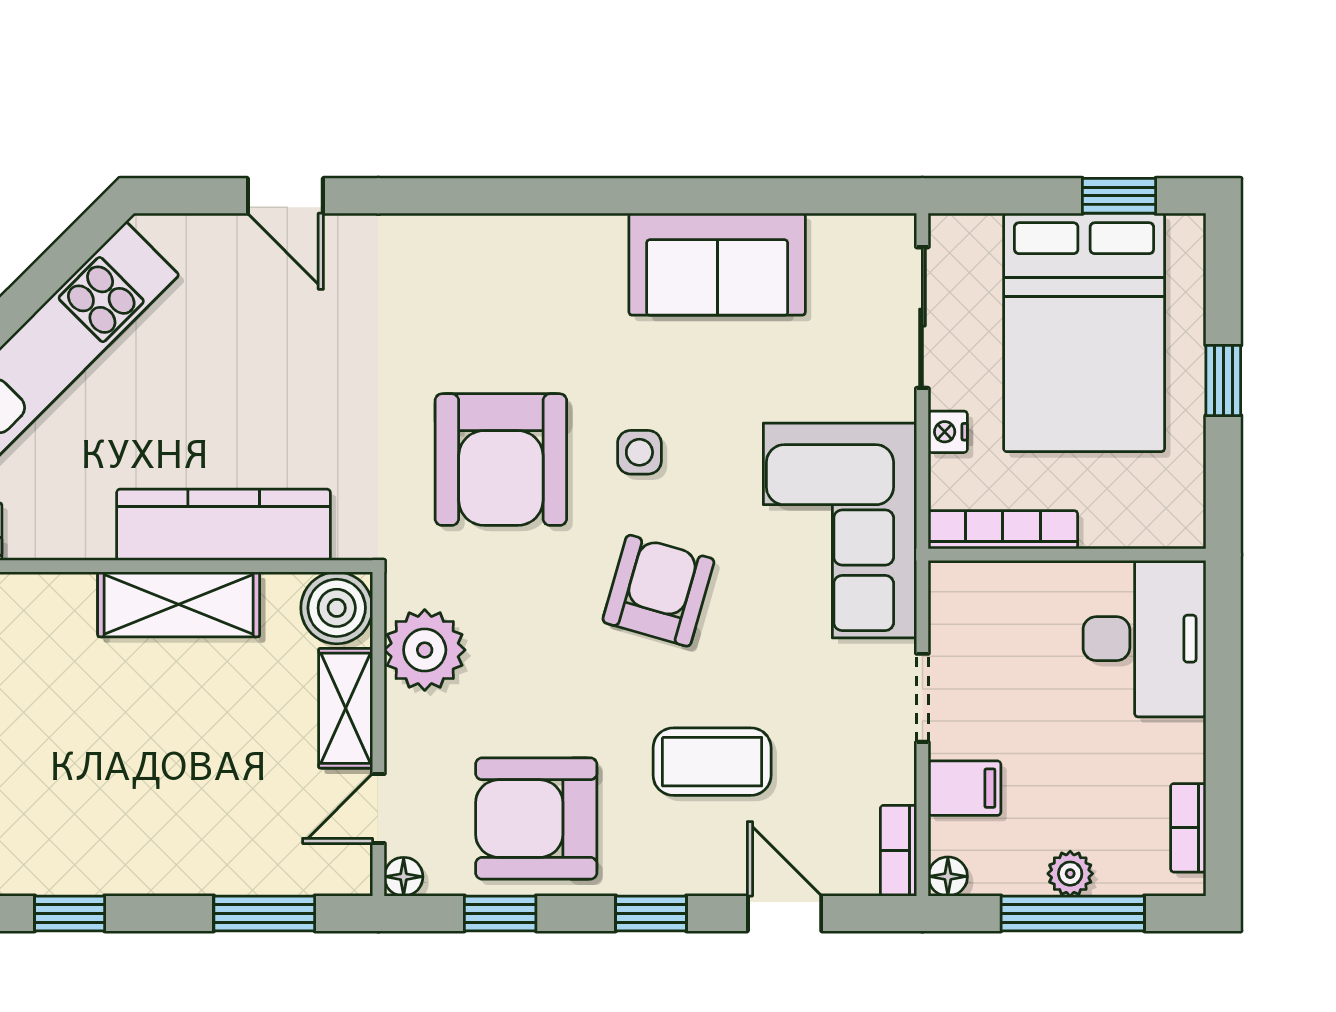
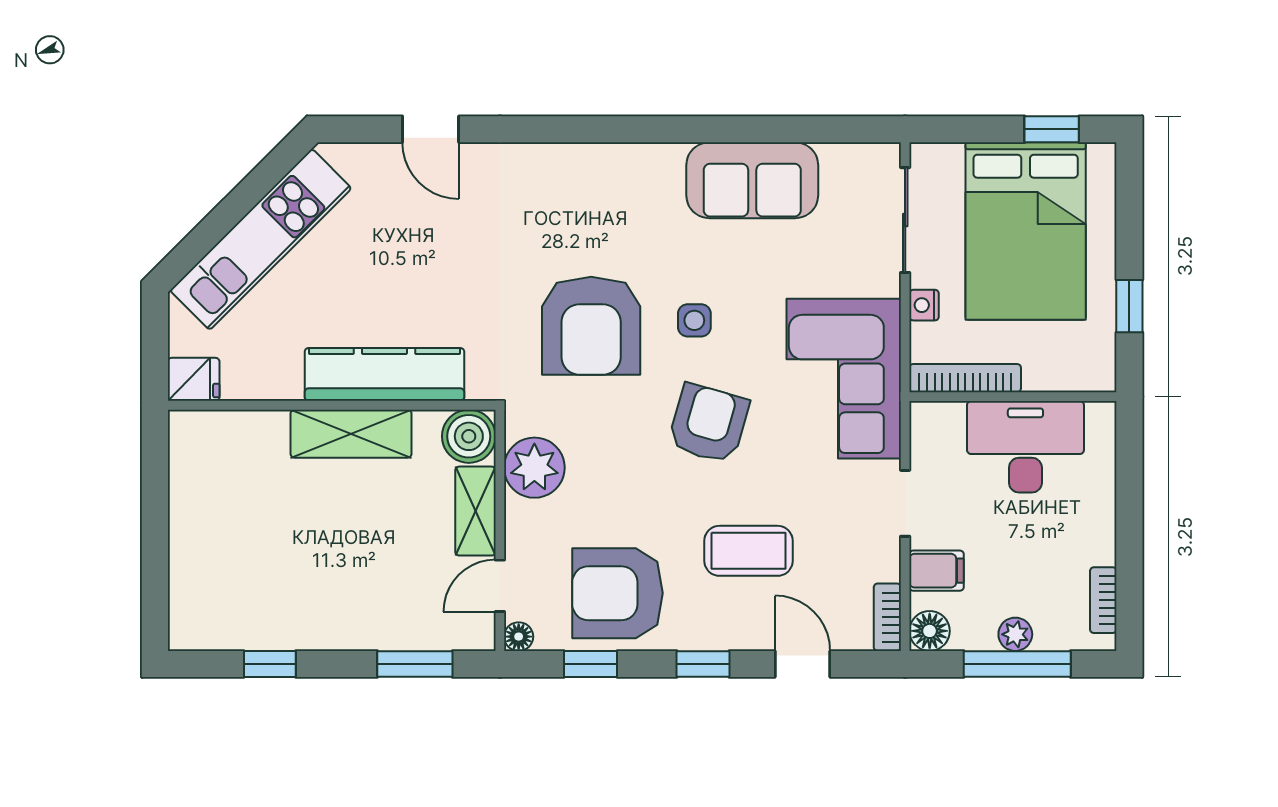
window: (1223, 380) -> (1129, 306), moved
desk: (1145, 639) -> (1025, 447), moved, turned -90
floor lamp: (948, 876) -> (930, 631), width x1.37, depth x1.37

